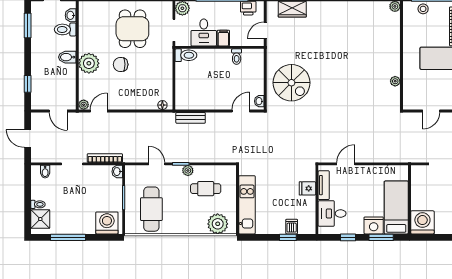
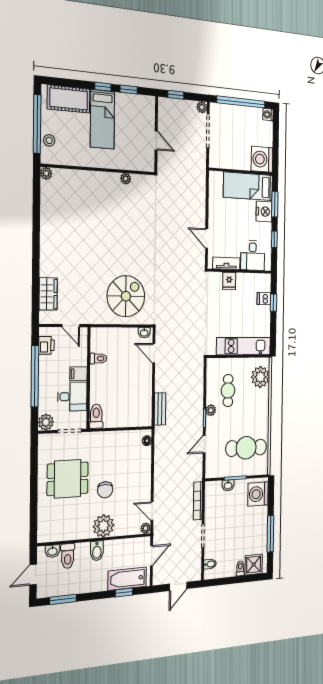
bathtub: (40, 87) -> (127, 579), added
washbasin: (117, 172) -> (228, 485), moved

